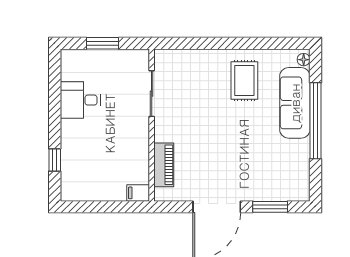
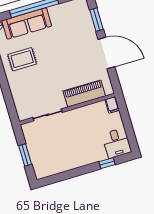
desk: (80, 100) -> (117, 143), moved
piano: (164, 165) -> (84, 94), width x1.37, depth x1.33

